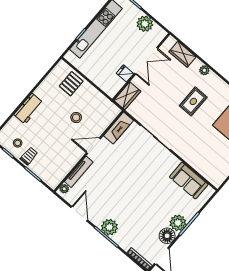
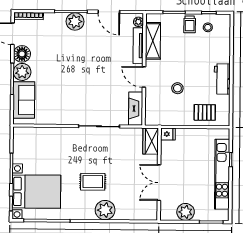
wardrobe: (182, 54) -> (134, 213), removed
plant: (204, 70) -> (105, 210), width x1.87, depth x1.87
fridge: (125, 73) -> (168, 134), moved
pallet: (71, 84) -> (205, 112), turned 90
rug: (193, 101) -> (93, 182), turned 90
workbench: (28, 109) -> (222, 79), moved
door: (93, 146) -> (144, 77), swing flipped
shelving: (65, 166) -> (153, 41), added
sofa: (189, 181) -> (24, 100), moved, turned 90

